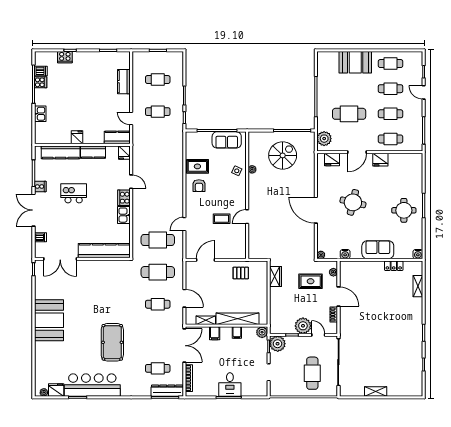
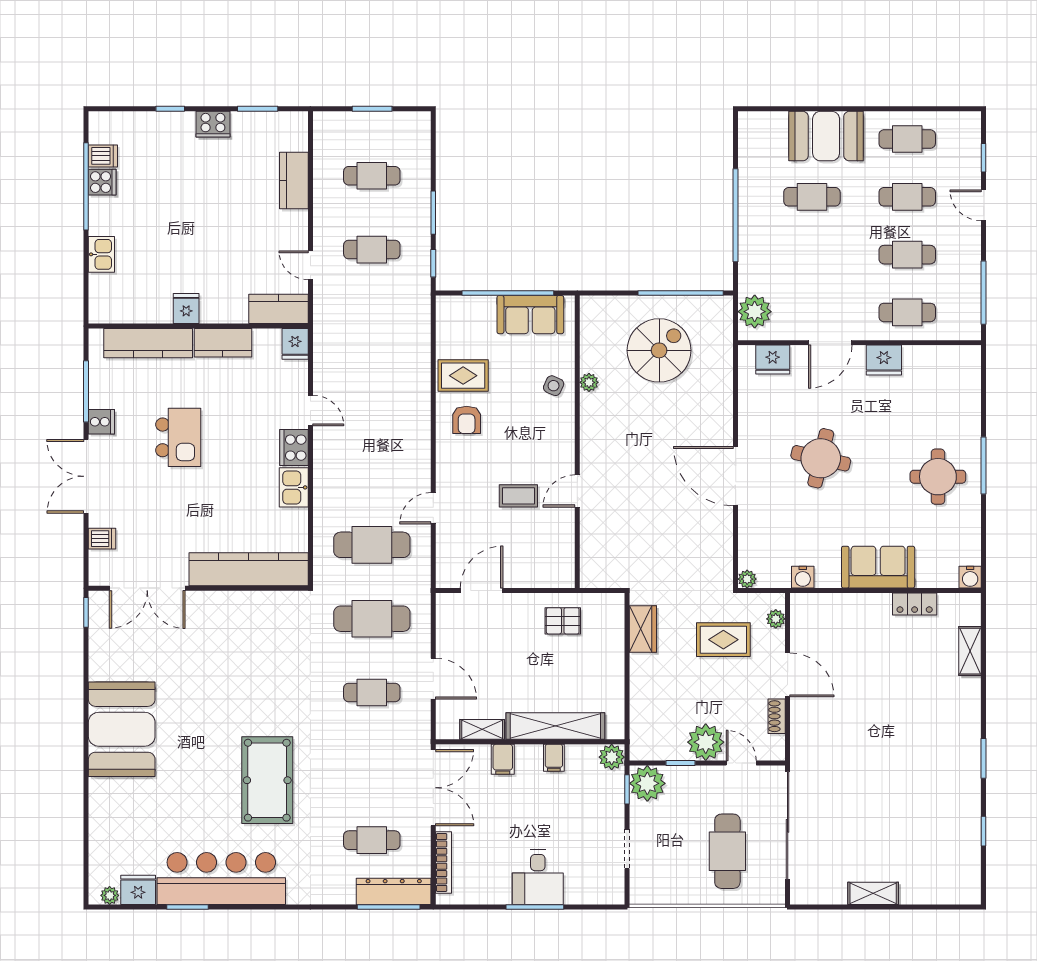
cooker: (65, 57) -> (213, 124), moved
cafe table: (349, 114) -> (812, 197), moved, width x0.73, depth x0.74
kitchen island: (74, 193) -> (178, 437), turned 90

